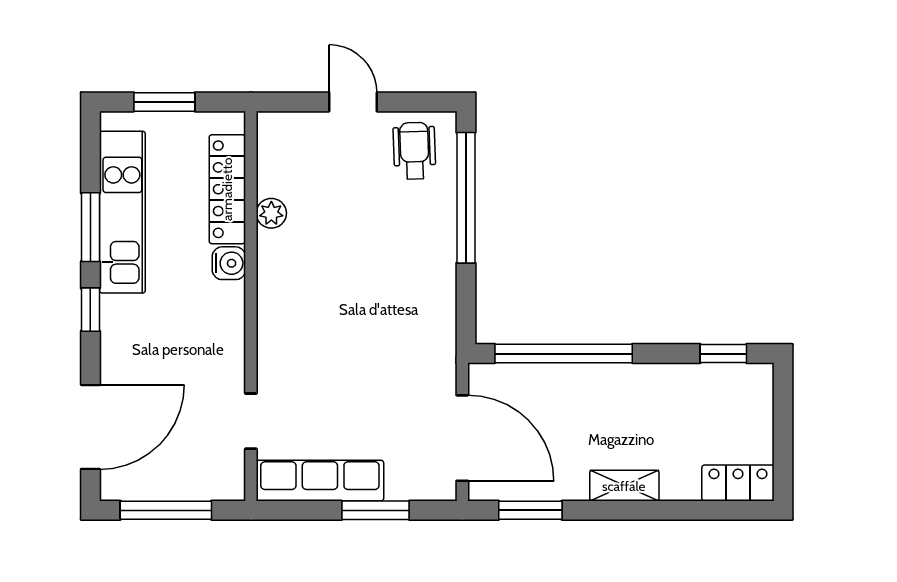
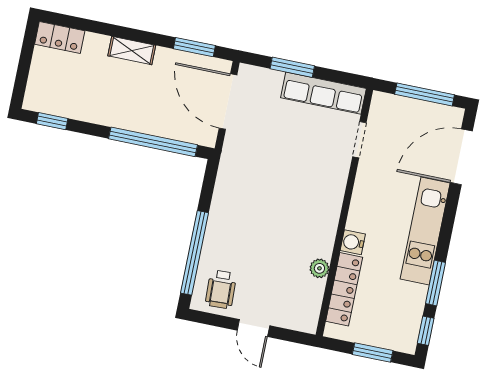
kitchen unit: (122, 212) -> (425, 231), moved
window: (90, 310) -> (426, 331), moved

